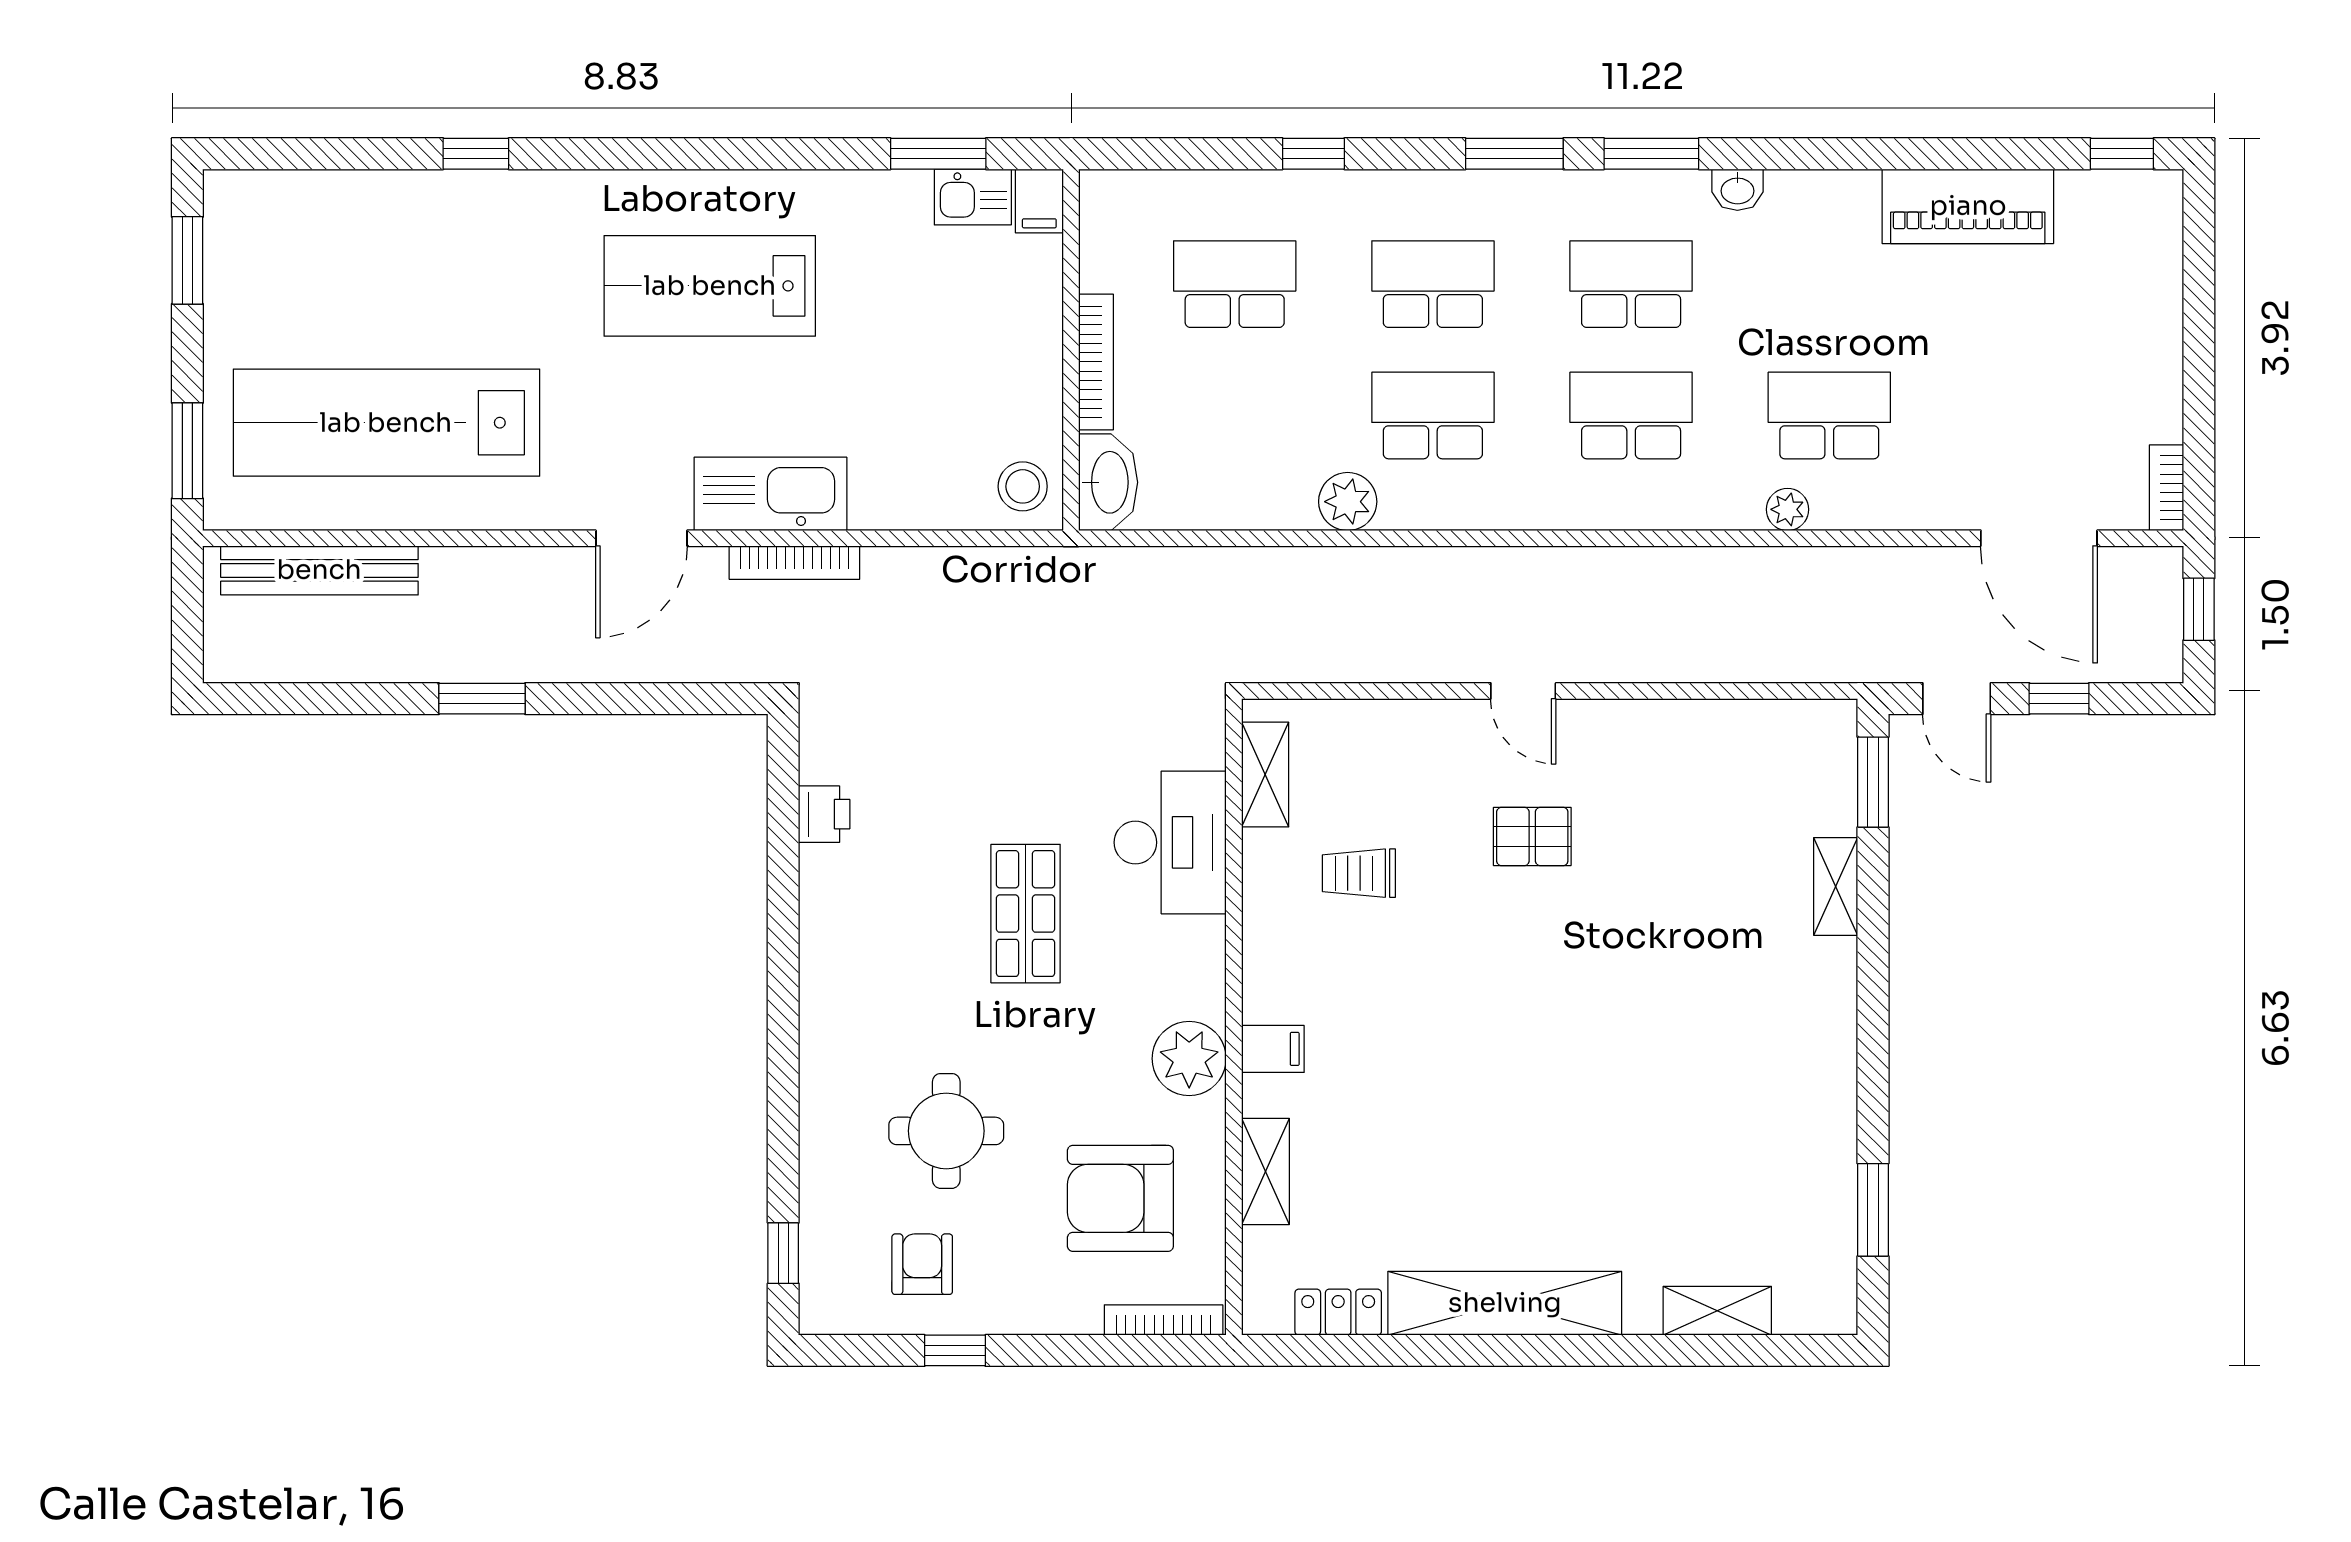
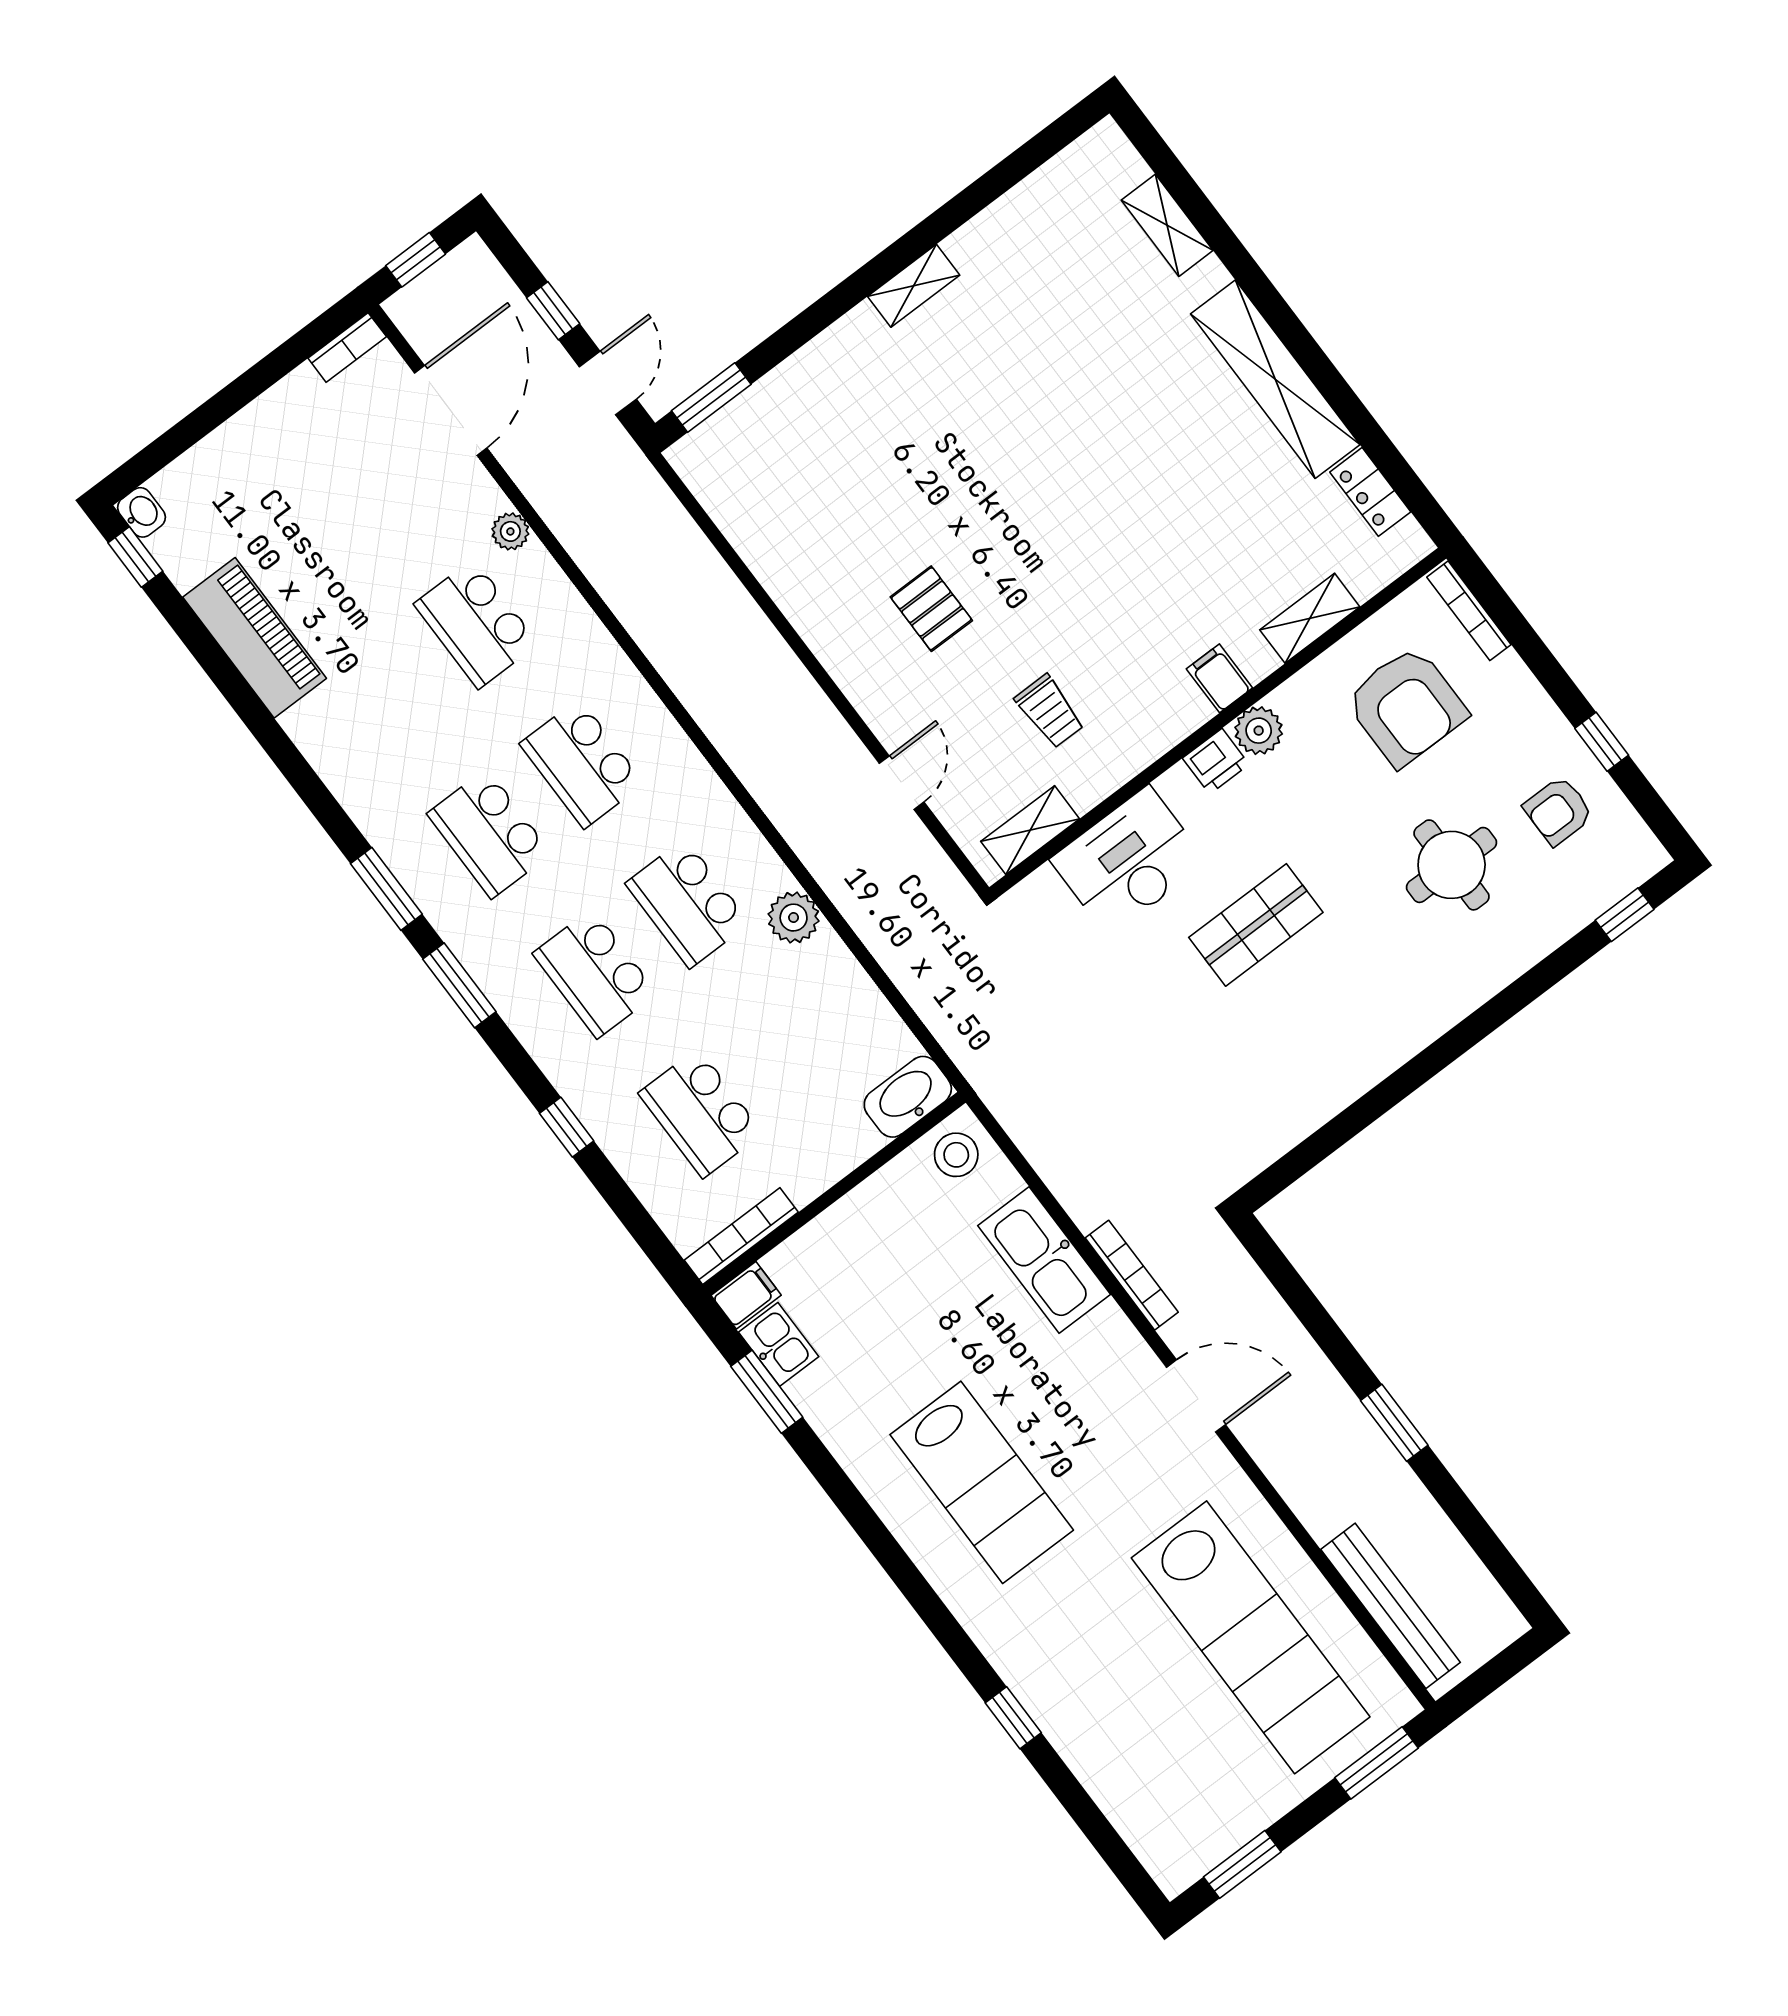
washbasin: (1737, 190) -> (141, 512), moved
bookcase: (1096, 362) -> (741, 1236), moved
kitchen sink: (770, 494) -> (1044, 1260), moved
plant: (1788, 509) -> (510, 531), moved
door: (1523, 691) -> (902, 783), moved
printer: (824, 814) -> (1216, 761), moved, turned 180
shelving: (1836, 886) -> (914, 286), moved
plant: (1189, 1059) -> (1259, 731), width x0.73, depth x0.73
window: (1873, 1210) -> (1013, 169), removed

